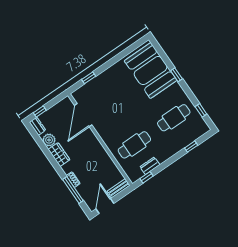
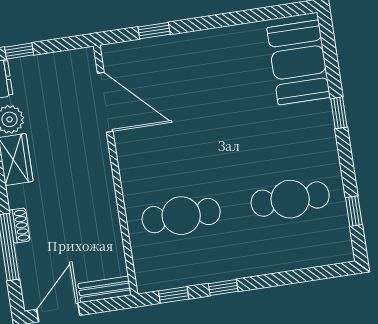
booth: (151, 71) -> (299, 62), width x0.73, depth x0.70
door: (83, 115) -> (105, 102), swing flipped
window: (191, 147) -> (223, 287), moved
dresser: (150, 166) -> (192, 274), removed

